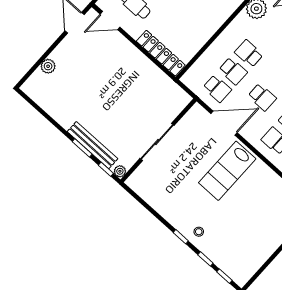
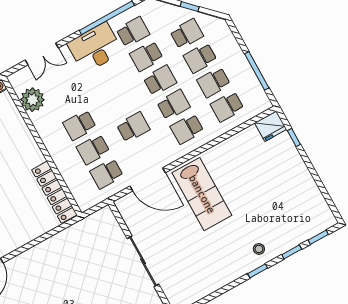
locker: (161, 53) -> (54, 192), moved, turned -90
school desk: (233, 71) -> (93, 149), turned 180
school desk: (217, 89) -> (107, 174), turned 180
door: (224, 123) -> (148, 179), swing flipped

